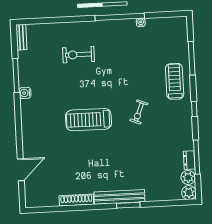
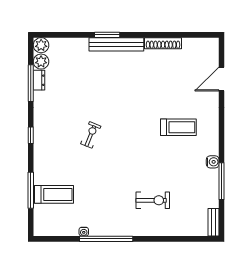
treadmill: (175, 81) -> (54, 194), moved, turned -90
treadmill: (89, 120) -> (178, 127), moved, width x0.73, depth x0.73

